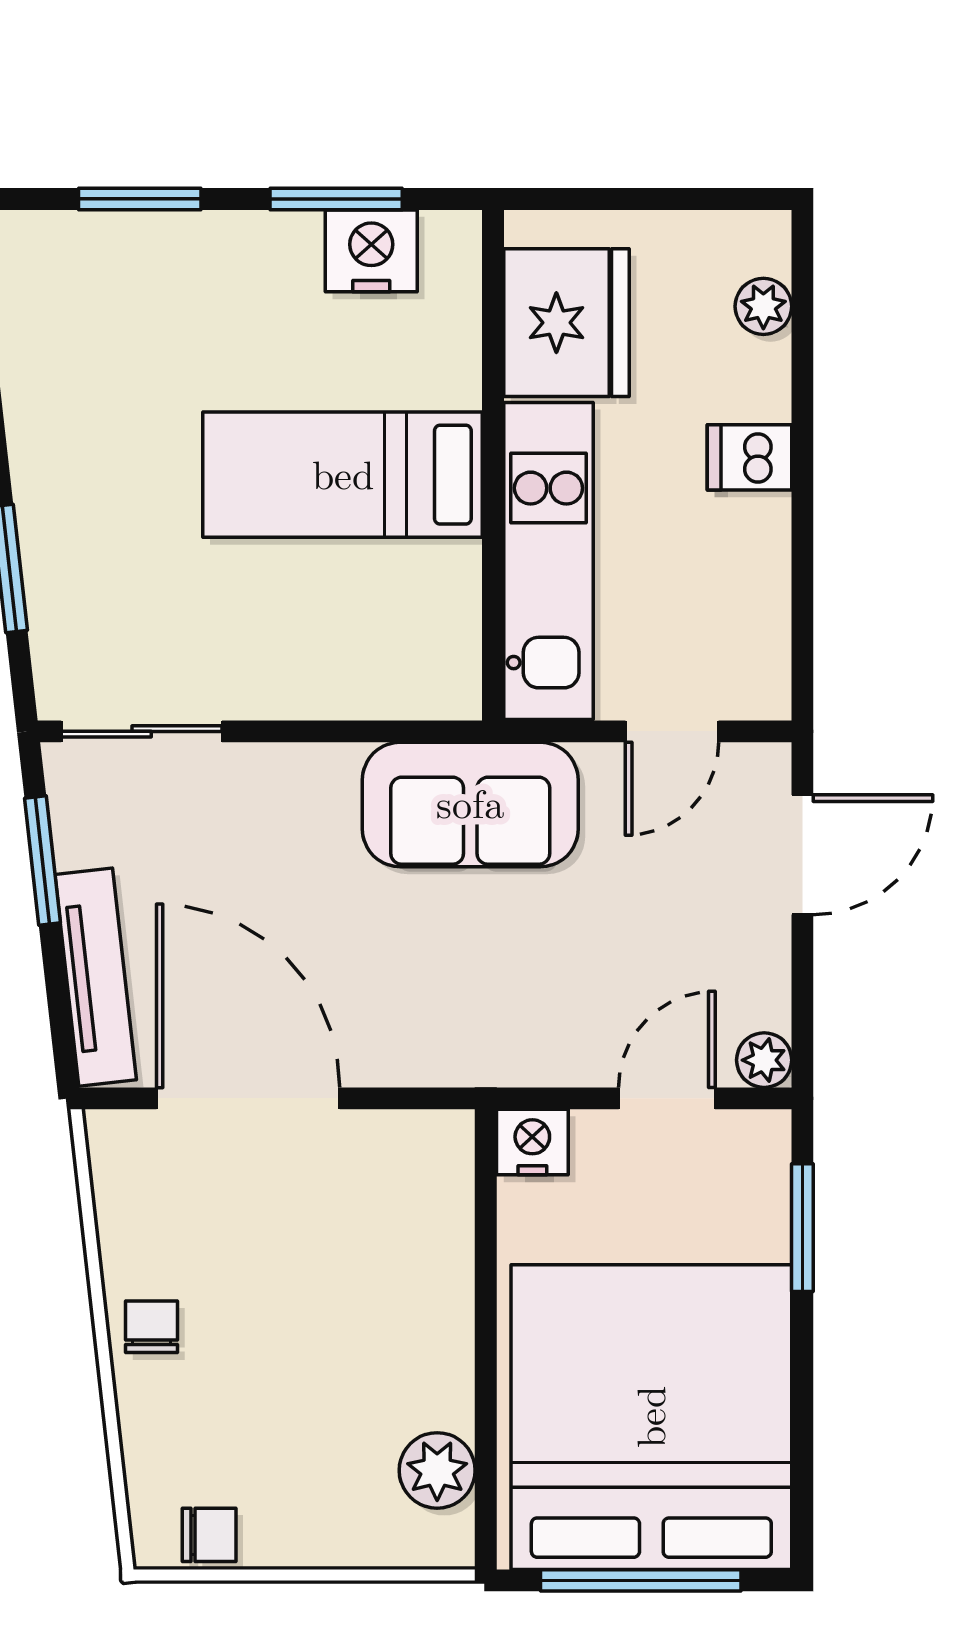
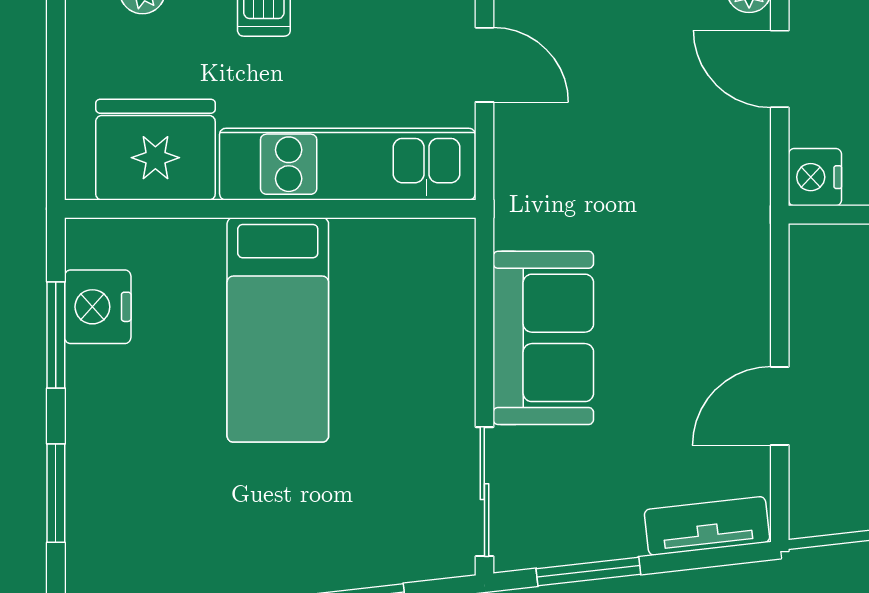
sofa: (470, 804) -> (543, 338), moved
tv unit: (96, 977) -> (707, 526), width x0.71
door: (248, 1098) -> (780, 406), width x0.53

